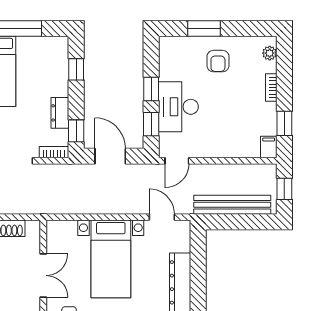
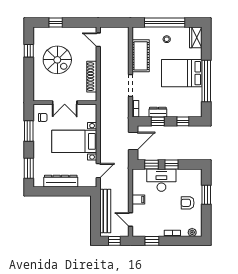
window: (76, 131) -> (158, 121), moved
filing cabinet: (269, 147) -> (138, 200), moved
door: (177, 161) -> (130, 220), moved

